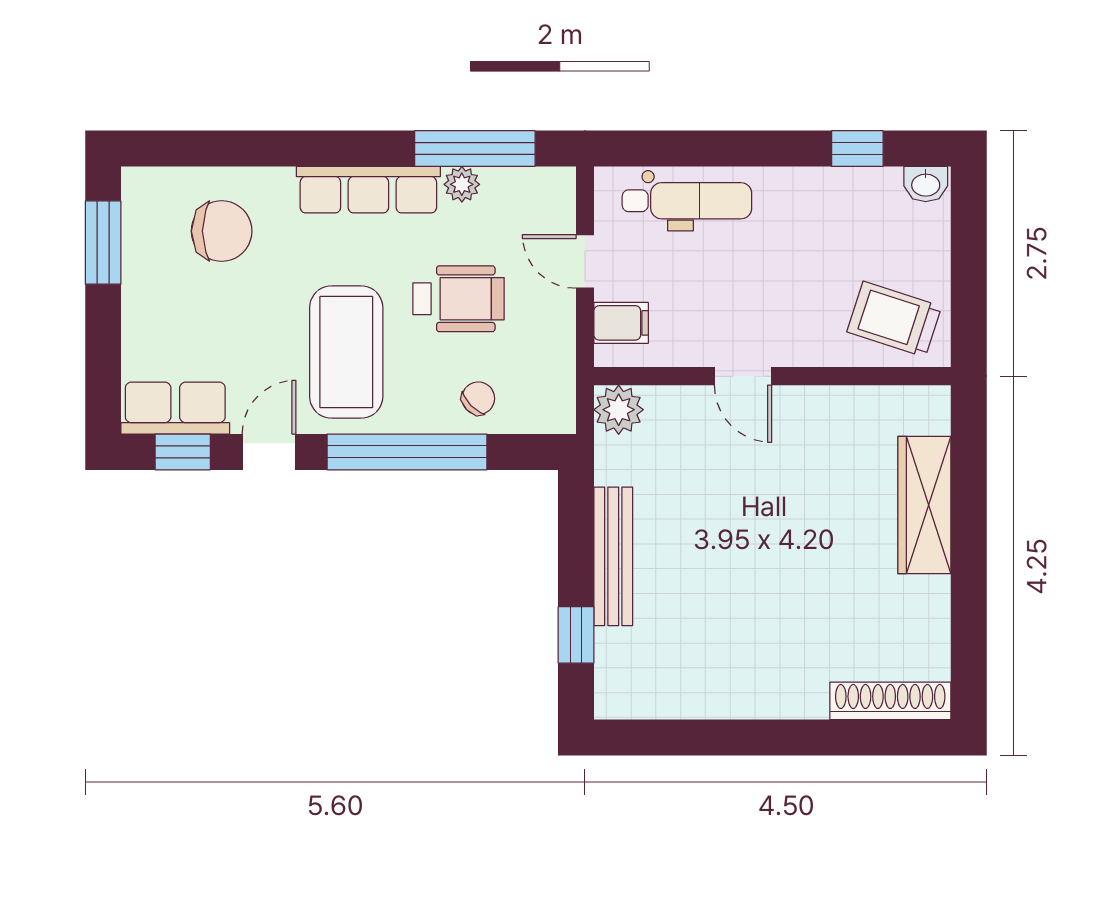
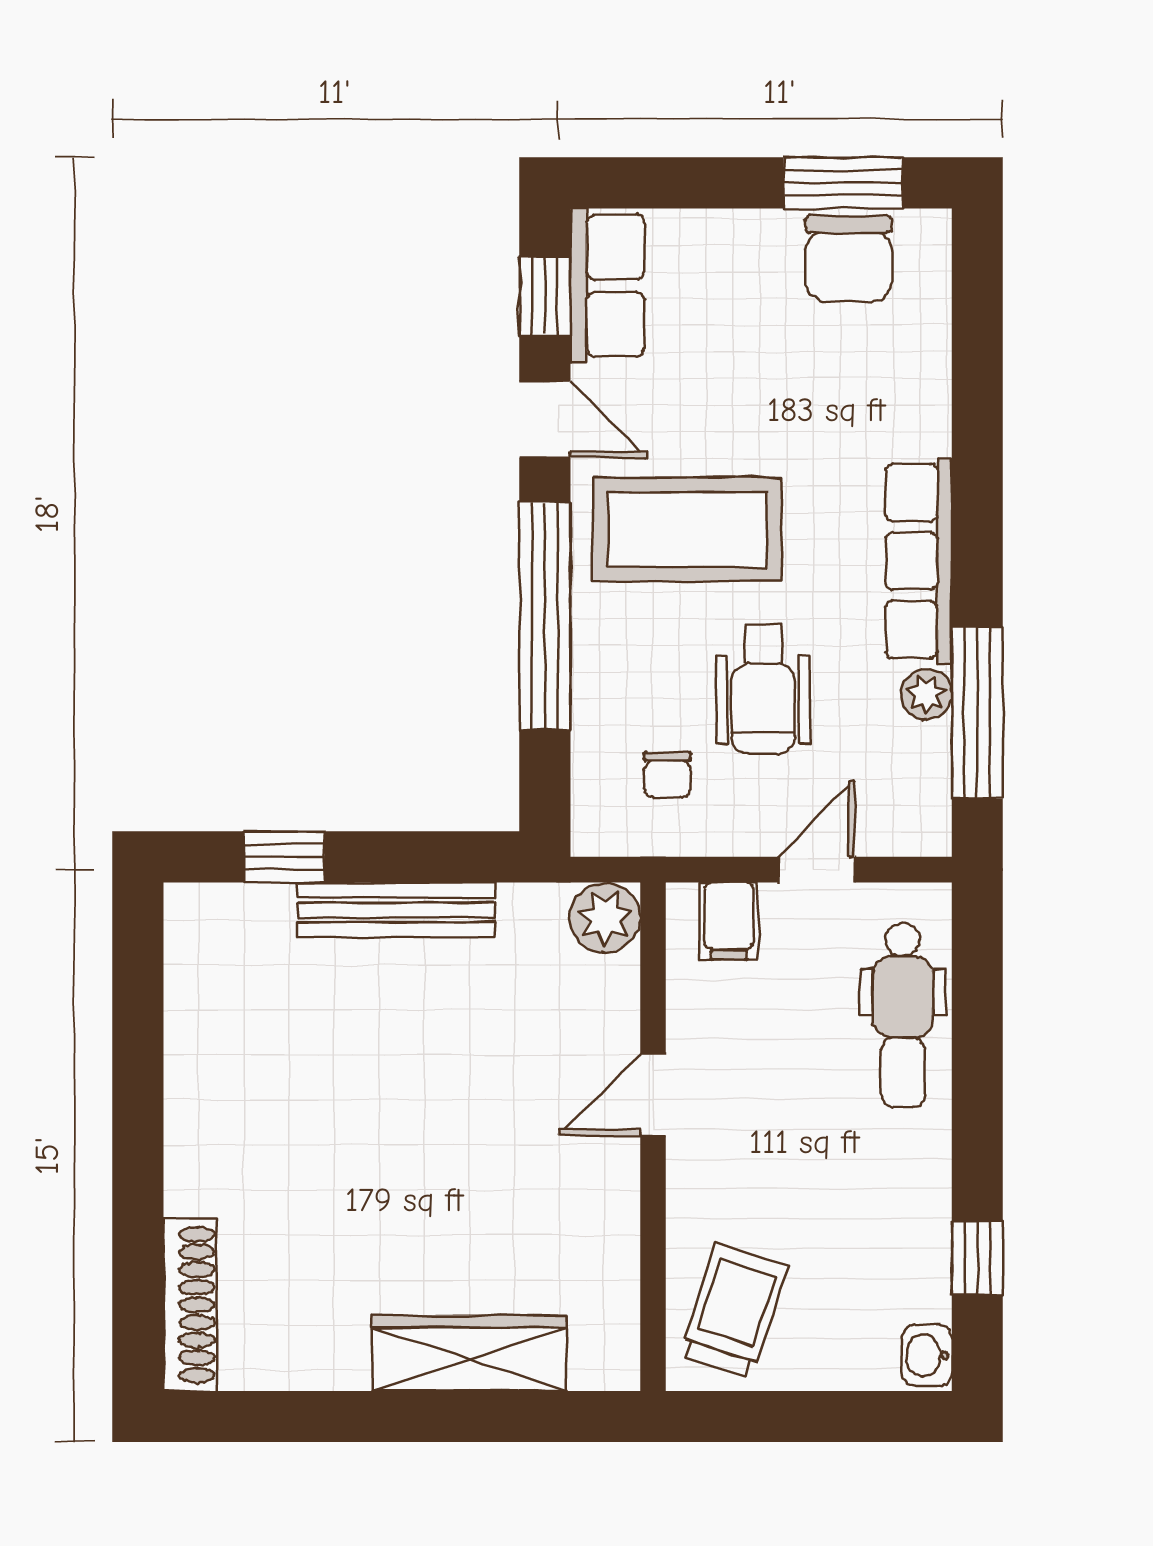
chair: (222, 231) -> (849, 259), moved
chair: (478, 398) -> (667, 775), moved, turned 44

